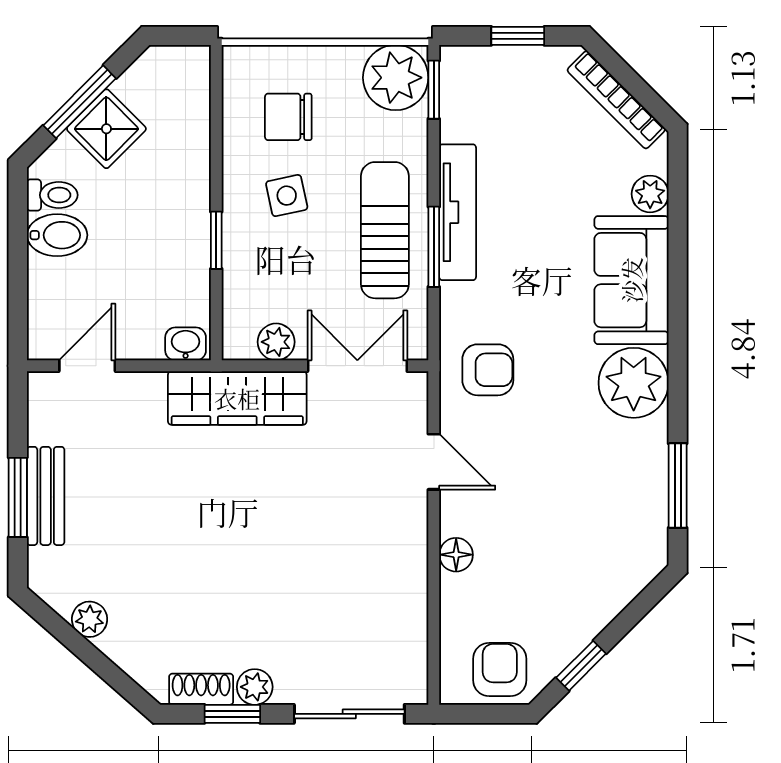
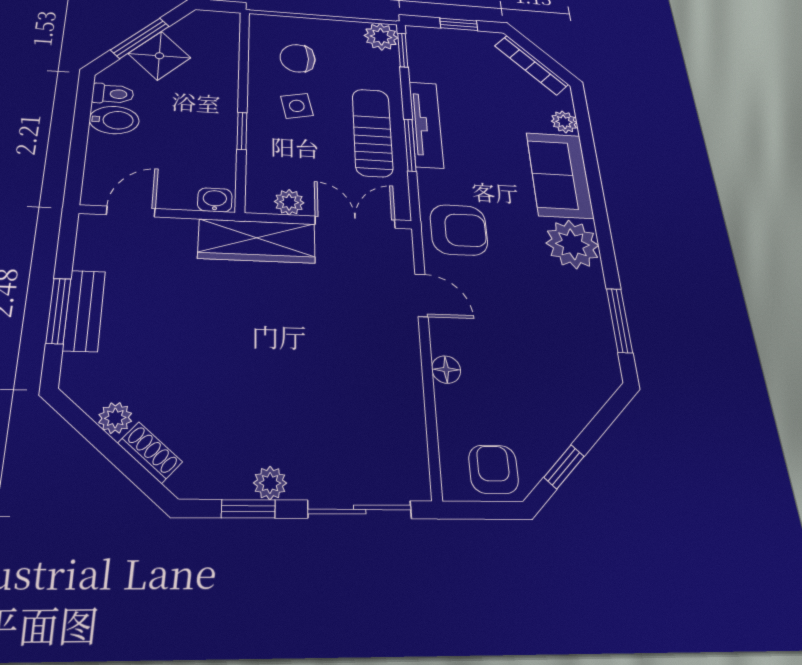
plant: (396, 78) -> (381, 37), width x0.73, depth x0.73
armchair: (488, 370) -> (459, 230), width x1.38, depth x1.38
shoe rack: (201, 689) -> (150, 452), moved, turned 41

